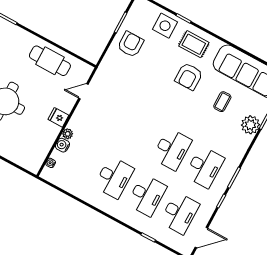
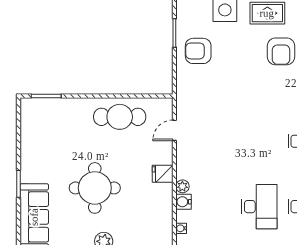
armchair: (130, 44) -> (198, 51), turned -90

